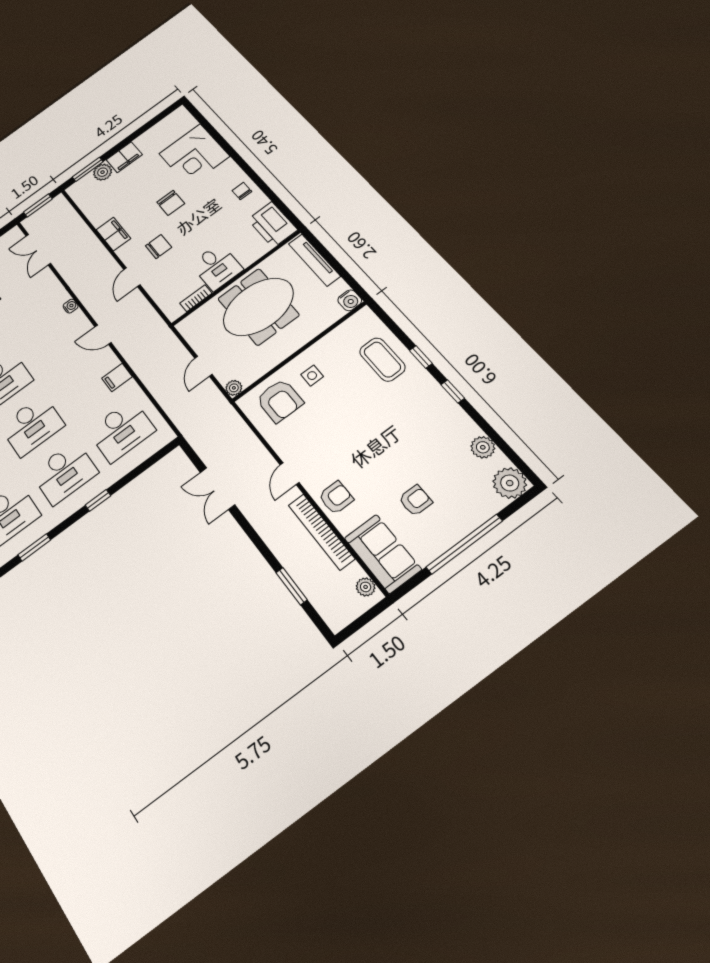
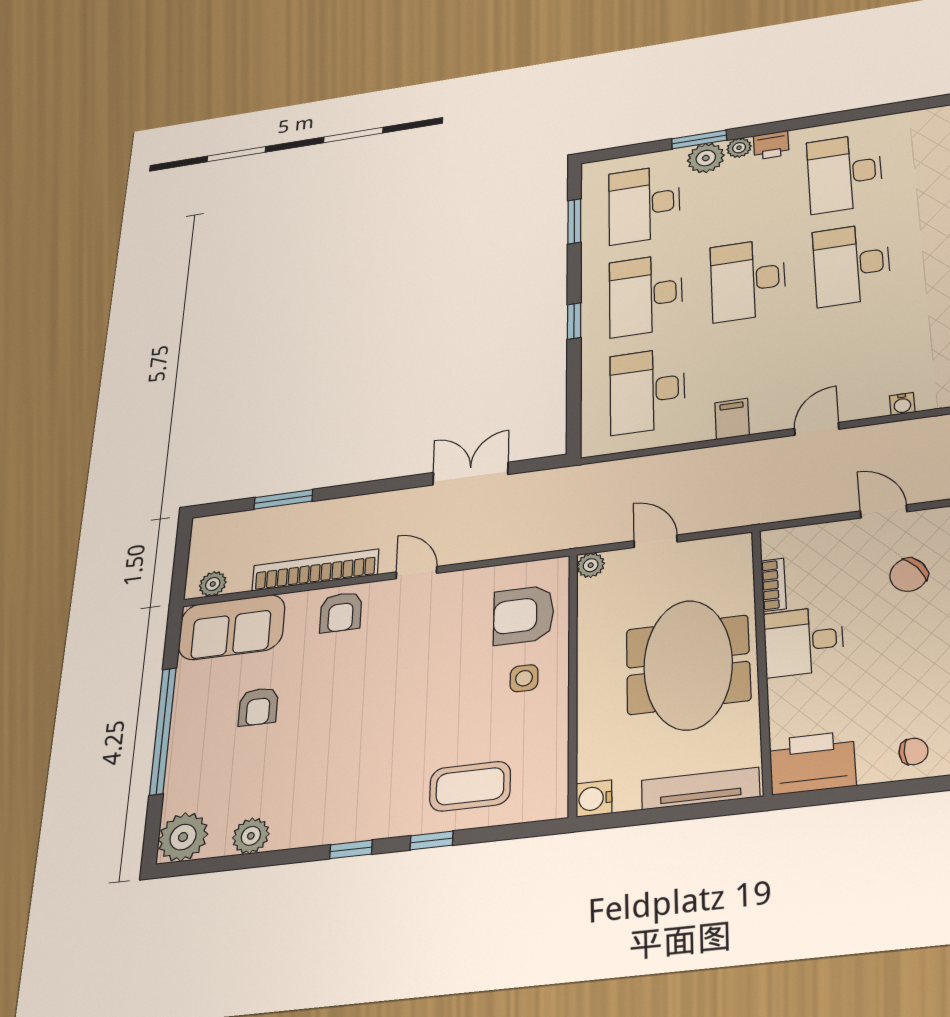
chair: (159, 247) -> (909, 575), turned 52

